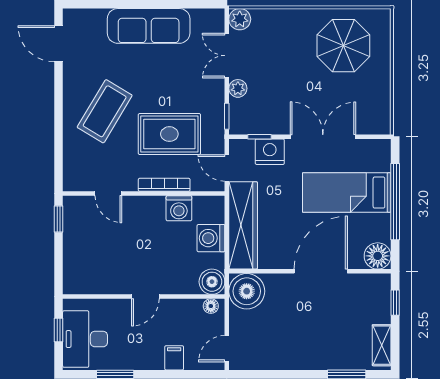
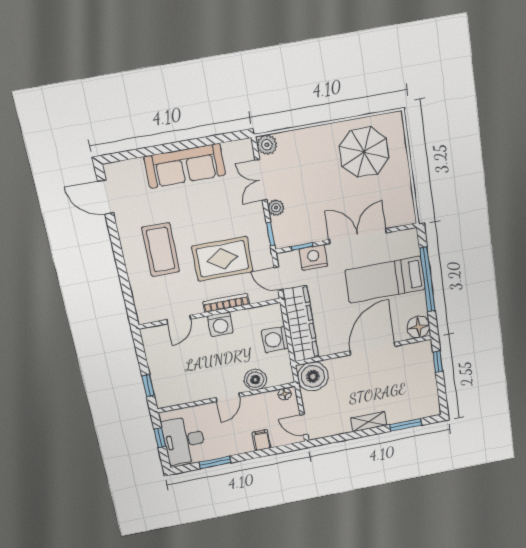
coffee table: (105, 111) -> (161, 250), turned -31
door: (108, 193) -> (179, 319), hinge flipped
washing machine: (179, 208) -> (220, 324), moved
window: (59, 219) -> (148, 386), moved
boiler: (212, 282) -> (255, 380), moved
shelving: (382, 345) -> (369, 422), moved, turned 90
door: (227, 349) -> (304, 425), hinge flipped

